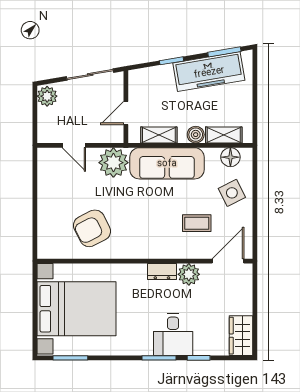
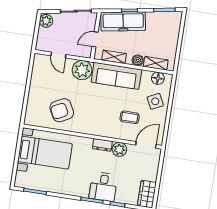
freezer: (209, 72) -> (123, 21), moved
bed with nightstands: (76, 309) -> (45, 153), width x0.73

